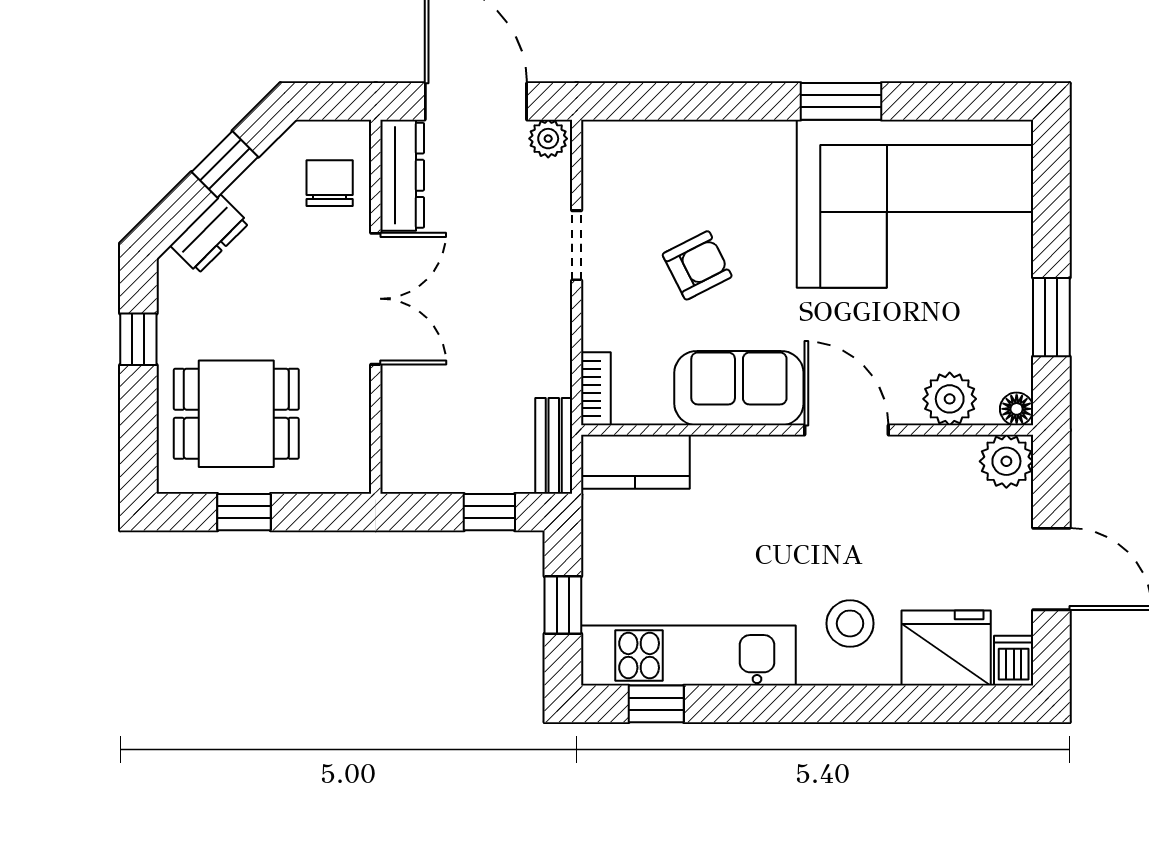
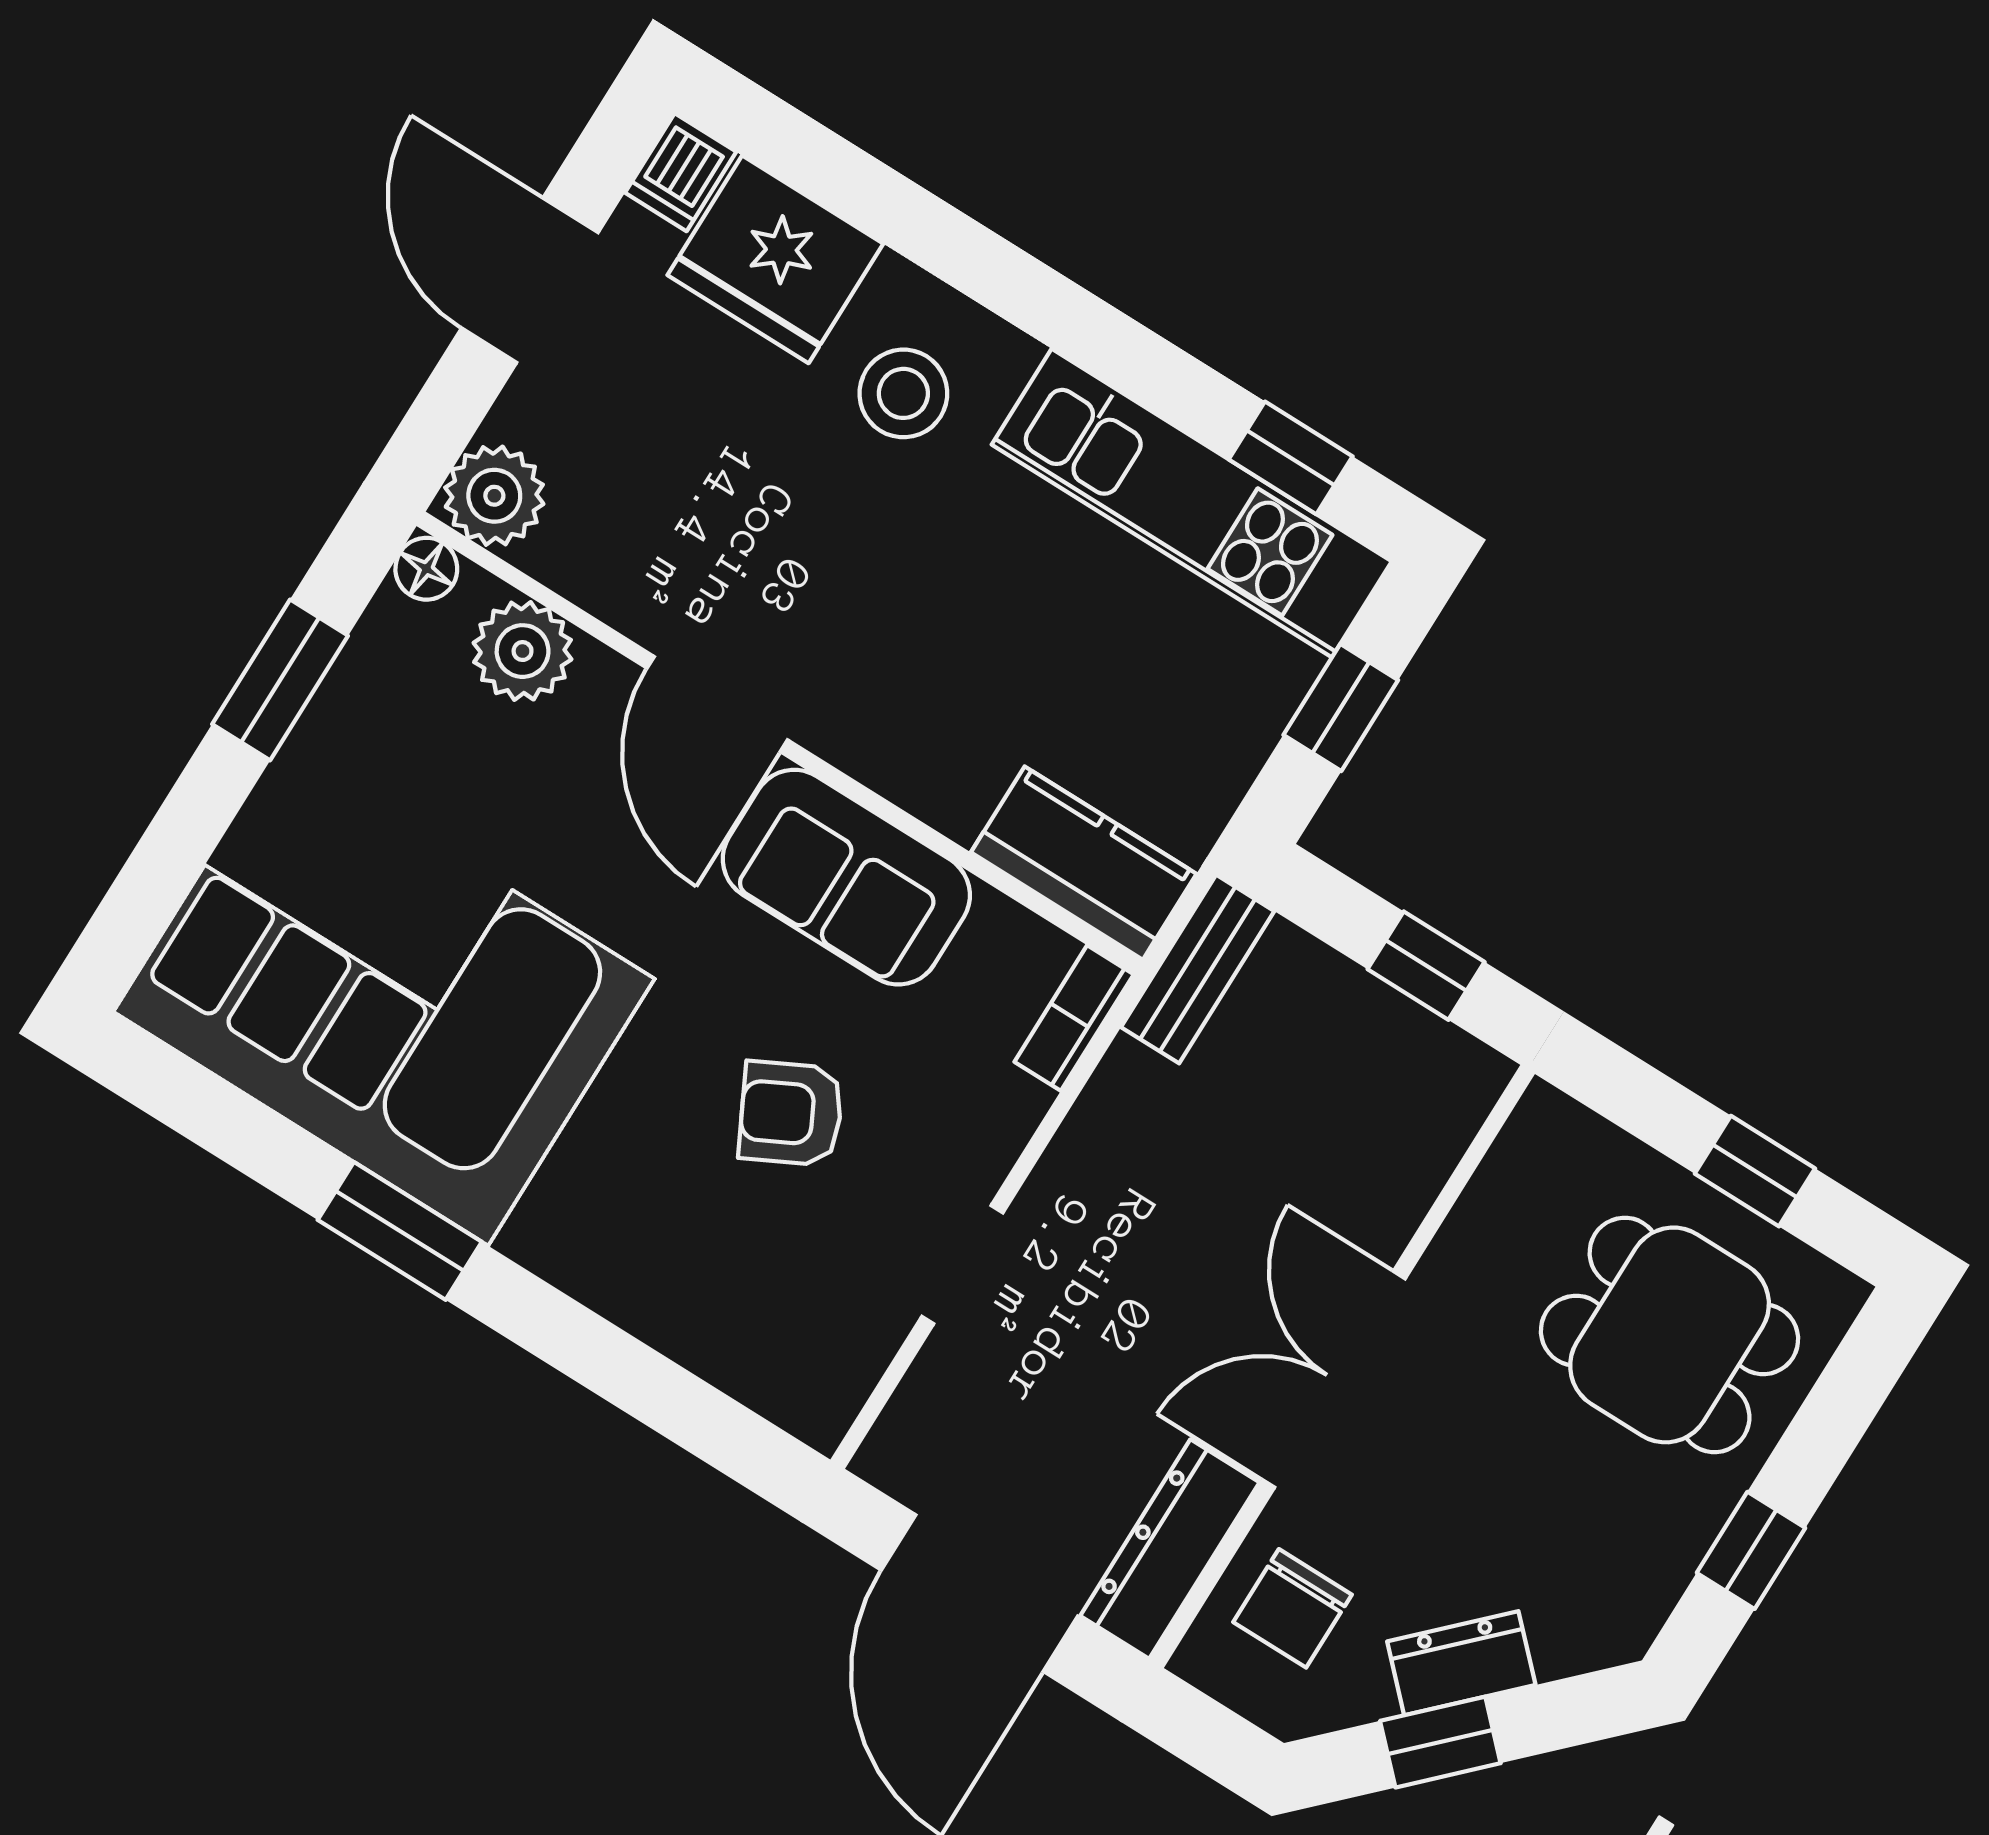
plant: (548, 139) -> (902, 1462), removed
dresser: (210, 234) -> (1461, 1663), moved
window: (489, 512) -> (1426, 966), moved

